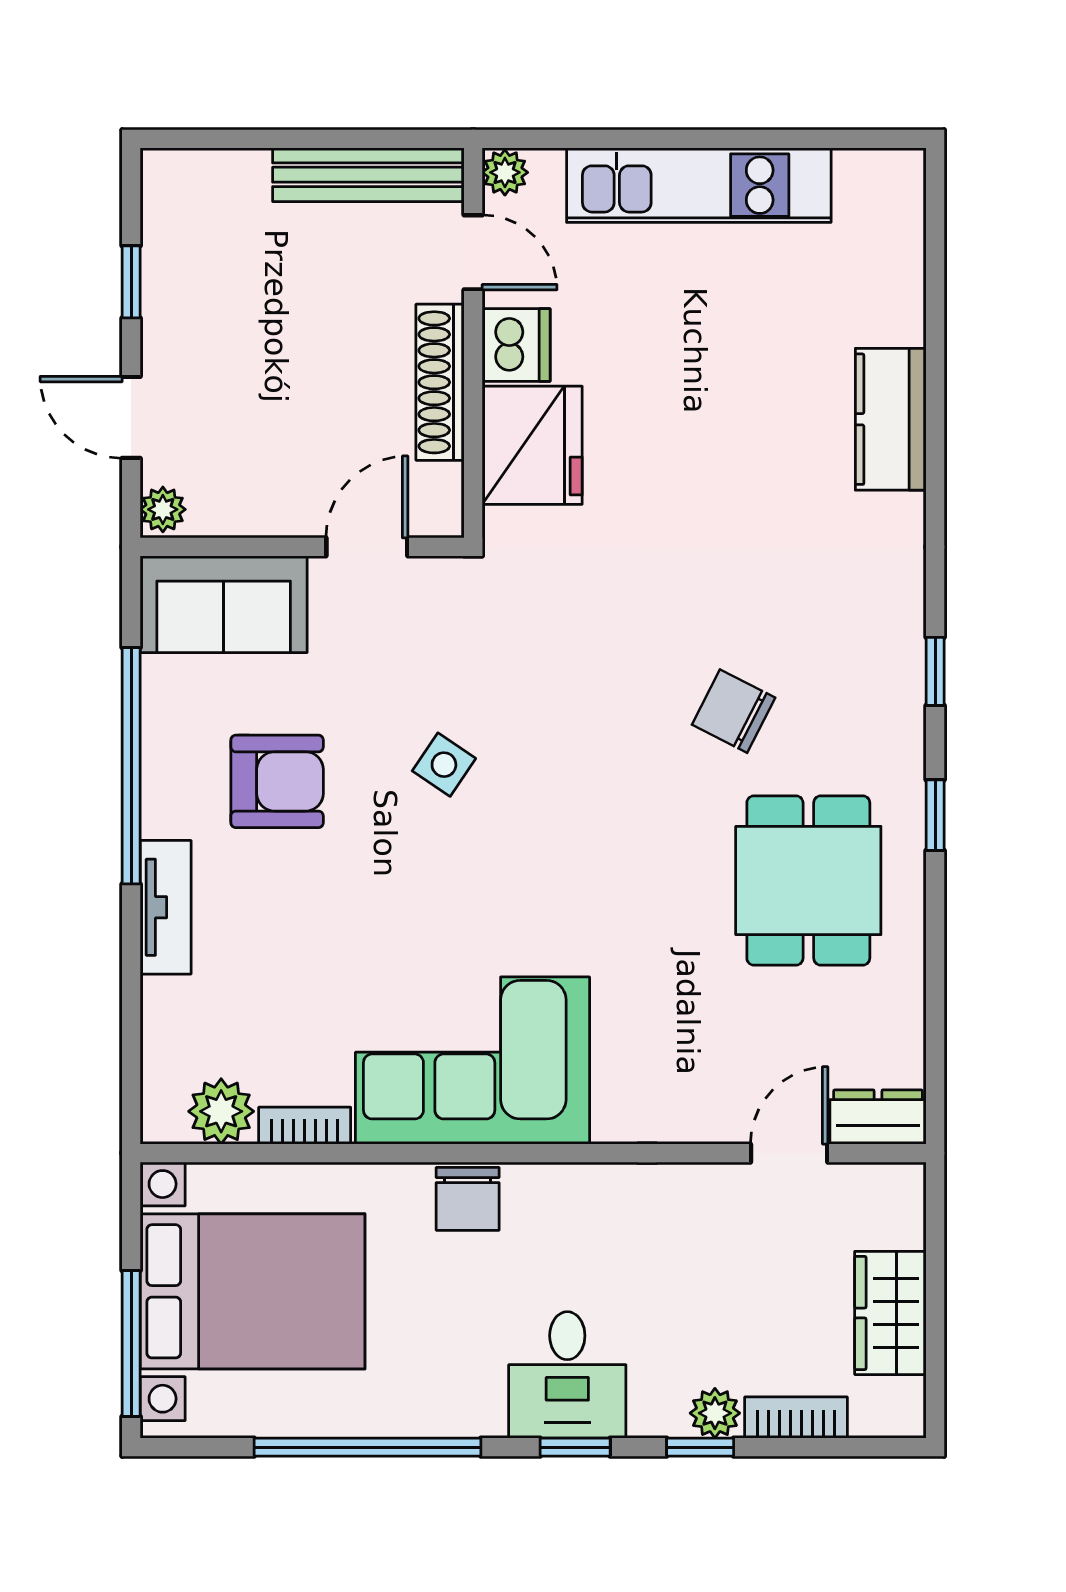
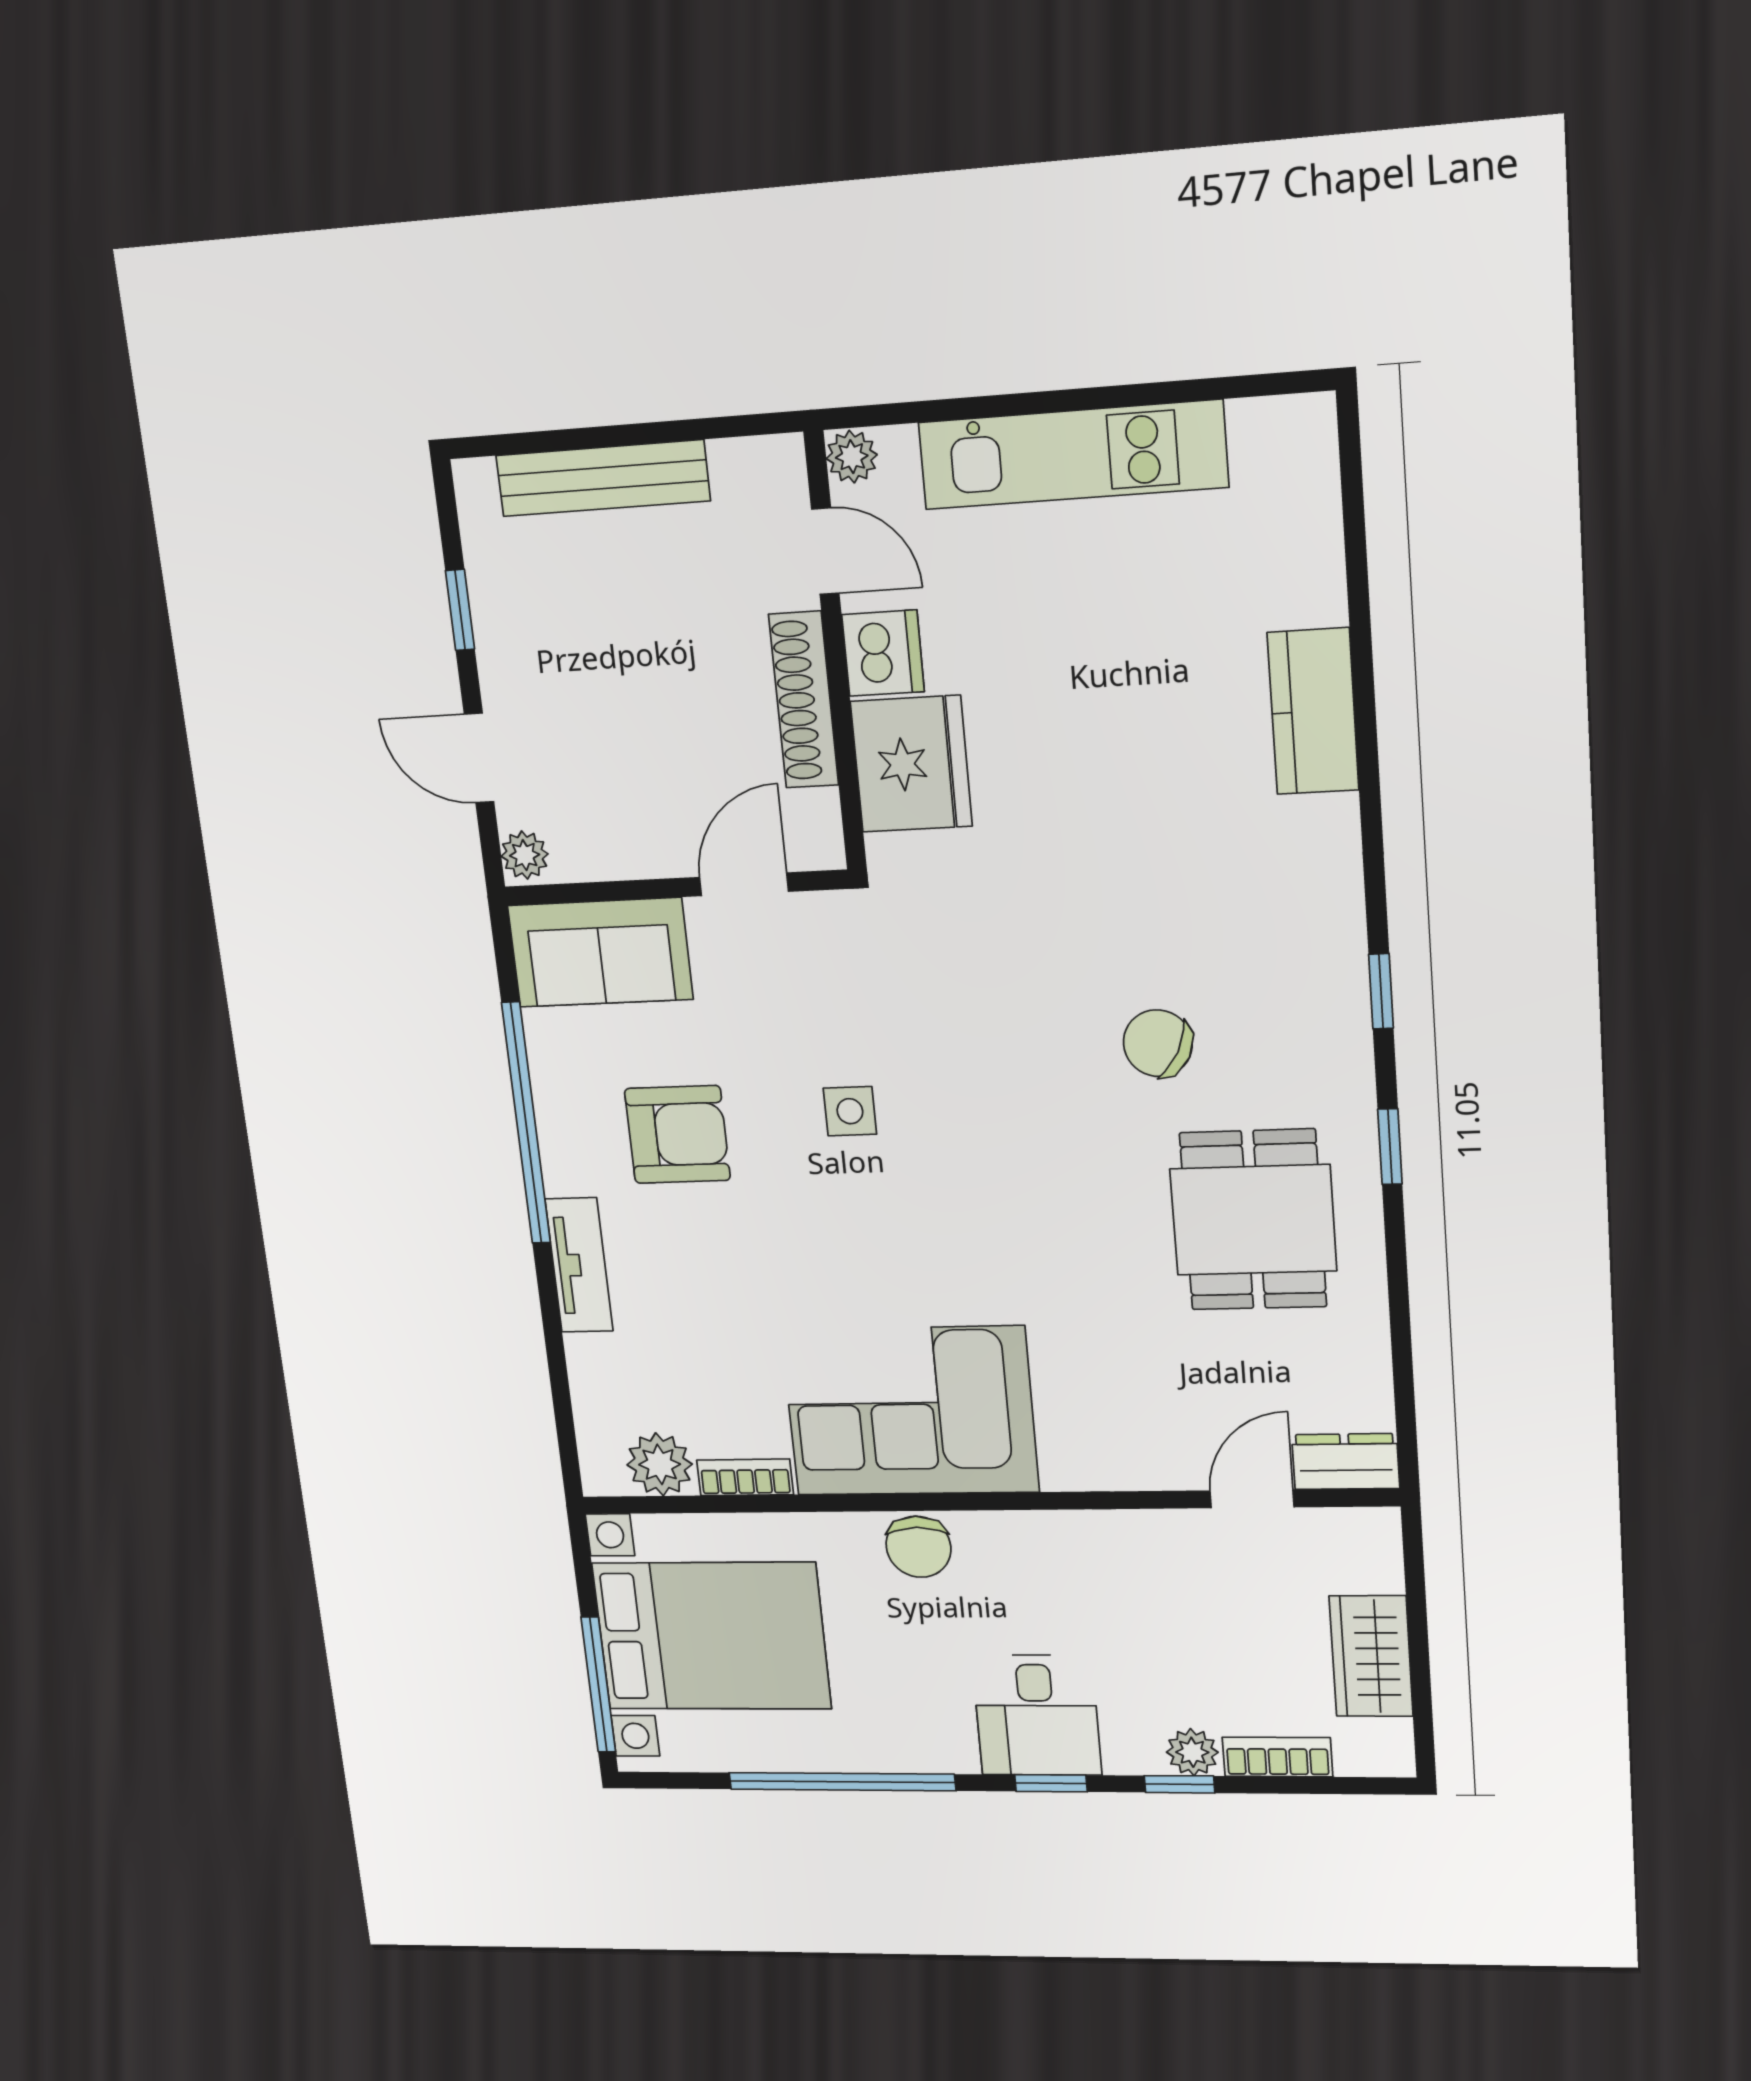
bench: (368, 175) -> (603, 478), moved
side table: (444, 765) -> (850, 1111), turned -34

